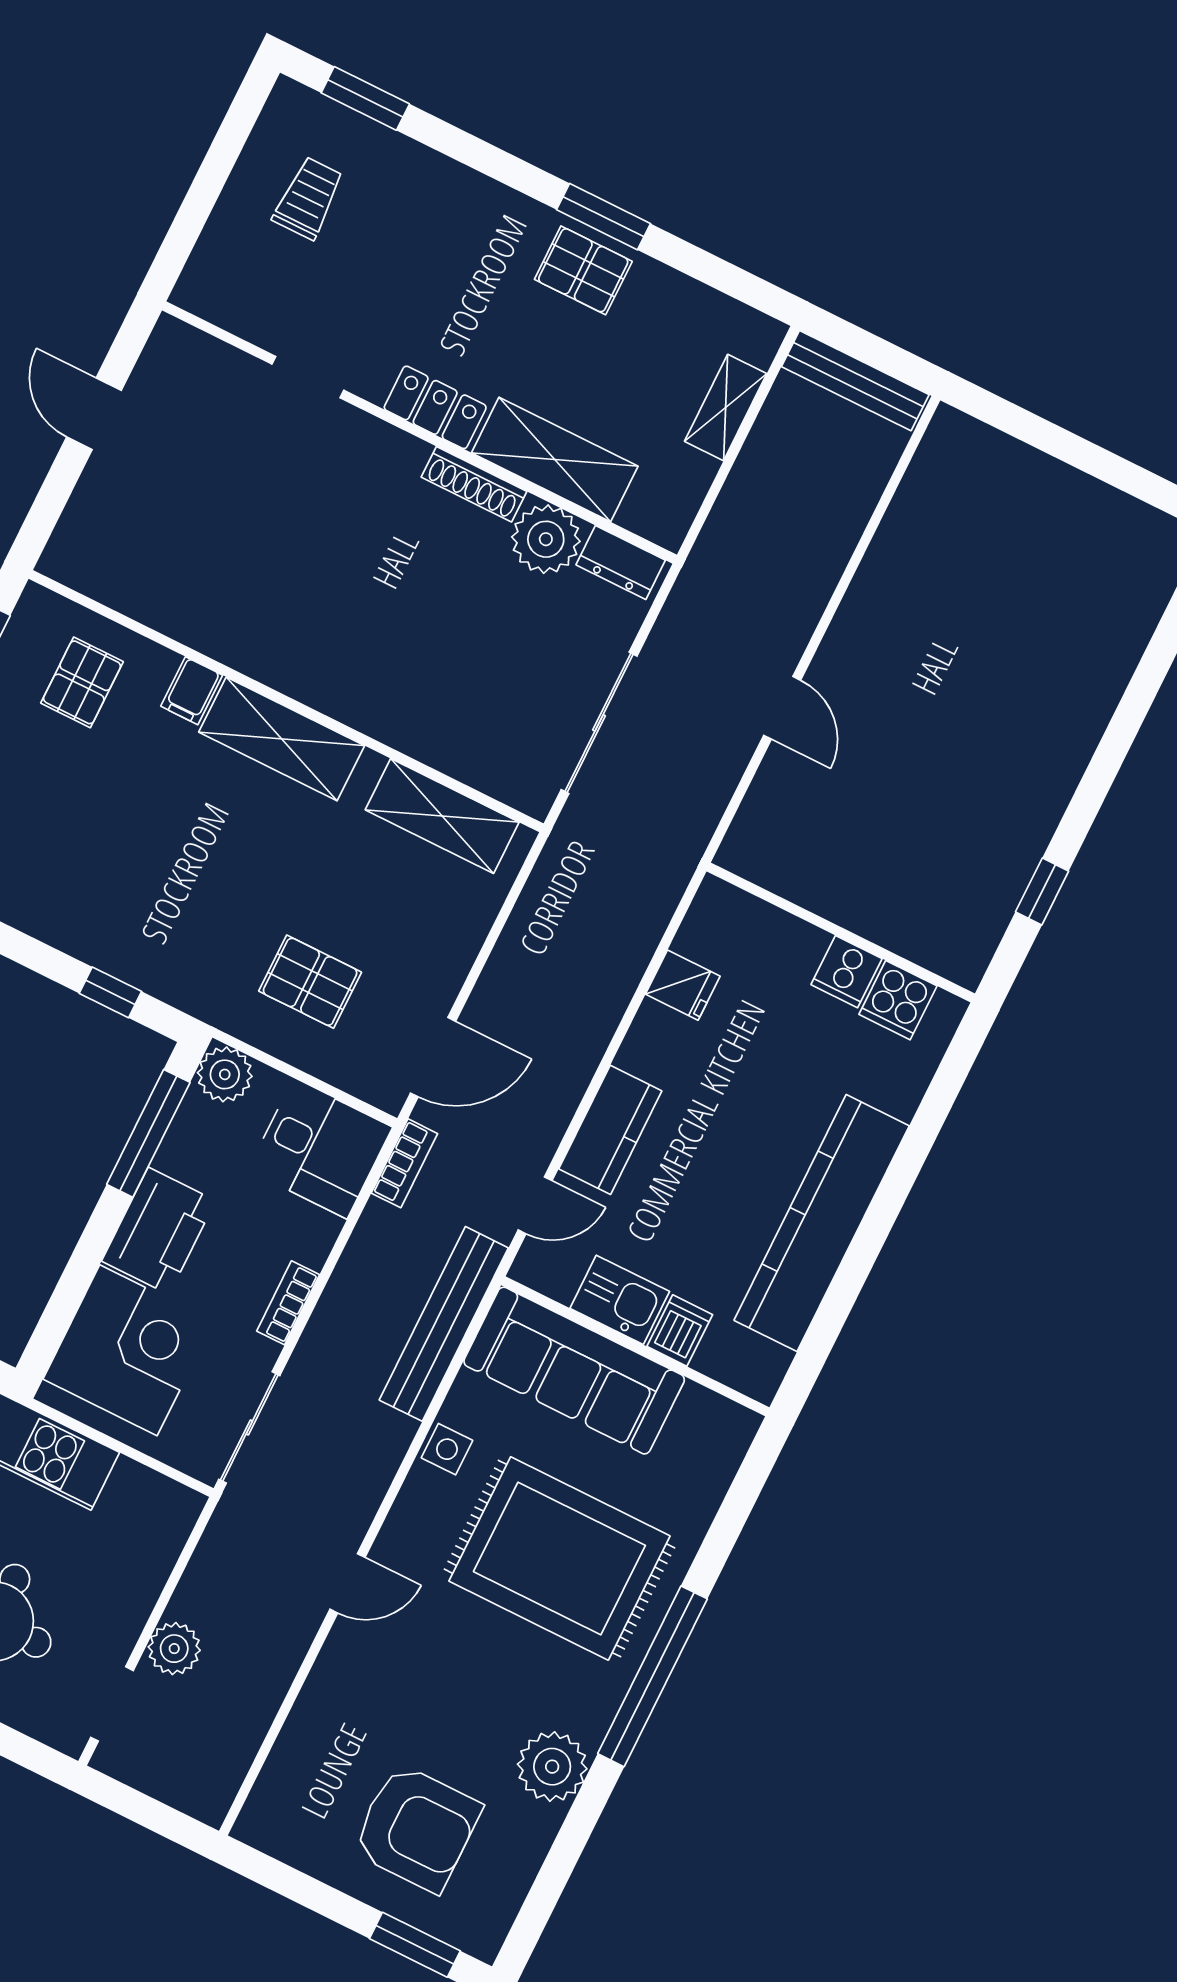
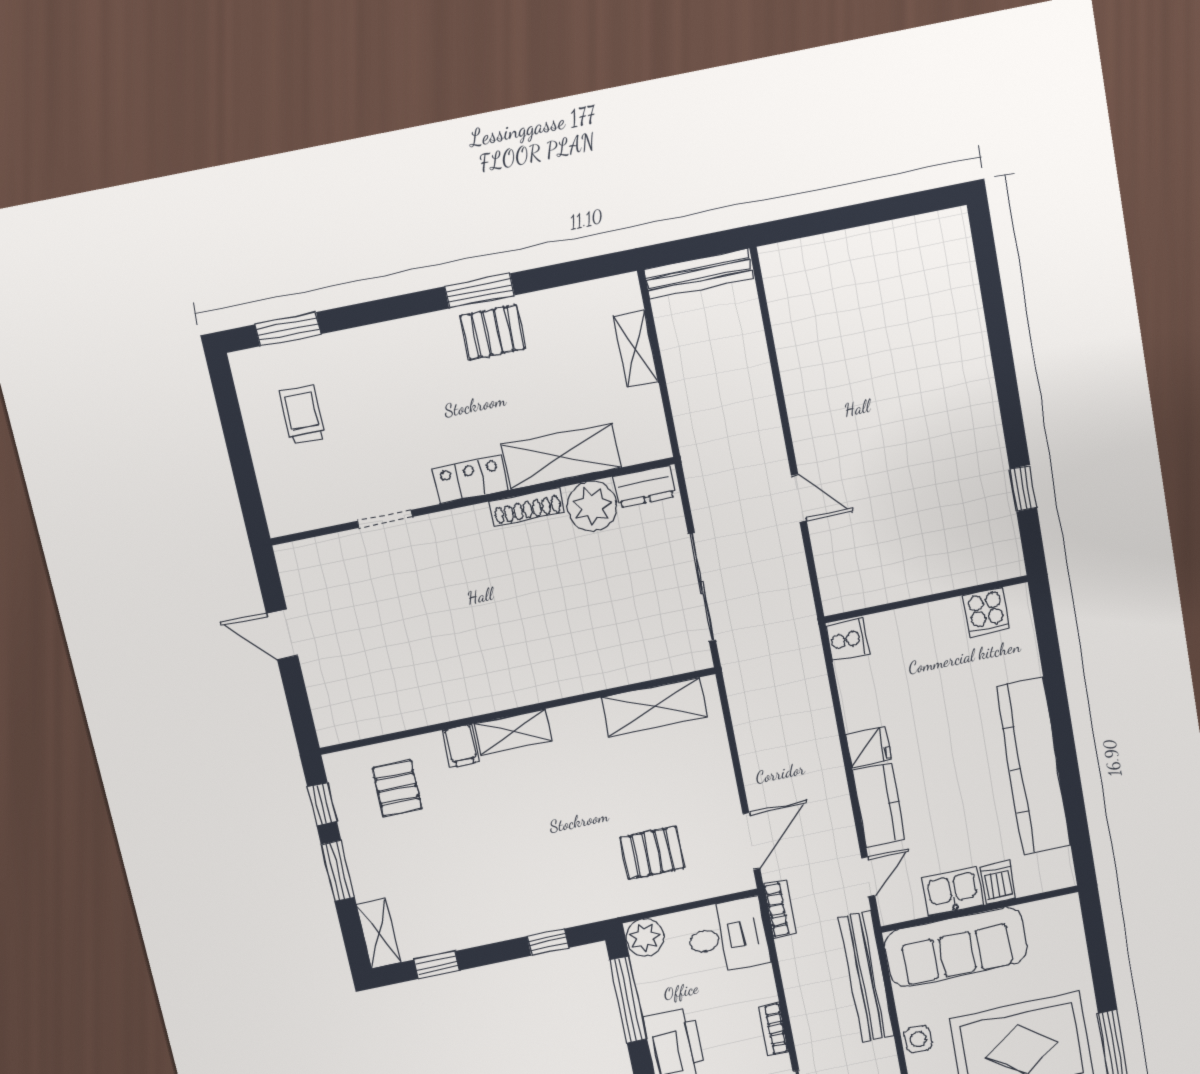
shelving: (282, 739) -> (513, 732), width x0.67, depth x0.75
cooker: (847, 972) -> (848, 640), moved, turned -90
fridge: (683, 985) -> (869, 747), moved

